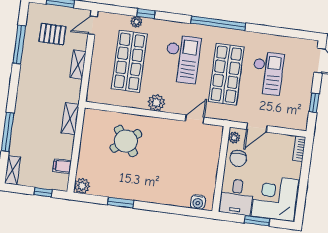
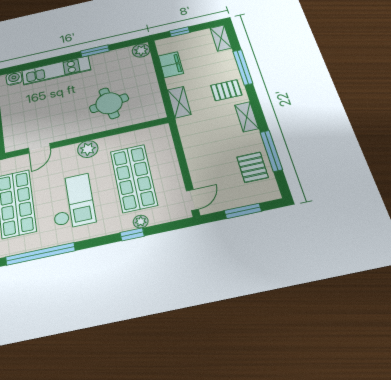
pallet: (52, 34) -> (252, 167), moved, turned 90
checkout: (182, 59) -> (72, 201), turned 180
shelving: (78, 65) -> (247, 117), moved
pallet: (29, 115) -> (226, 90), added
round table: (126, 141) -> (109, 103), turned 30
filing cabinet: (62, 166) -> (171, 65), width x2.00
kitchen unit: (160, 195) -> (56, 70), added

